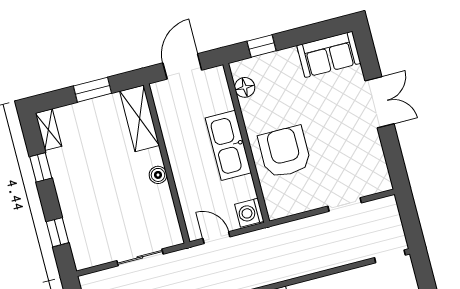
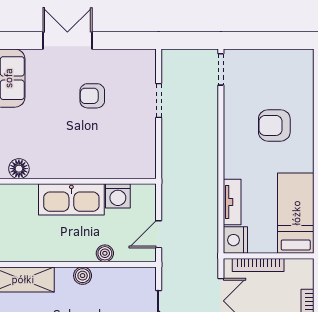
armchair: (285, 152) -> (92, 96), moved, width x0.53, depth x0.53
boiler: (185, 191) -> (105, 253), added
washing machine: (249, 213) -> (118, 196), moved

